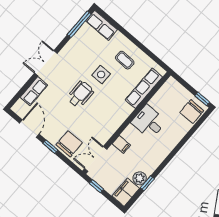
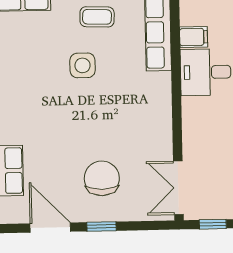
wheelchair: (80, 94) -> (78, 118), removed
chair: (69, 144) -> (102, 178), moved
filing cabinet: (121, 144) -> (194, 37), moved

